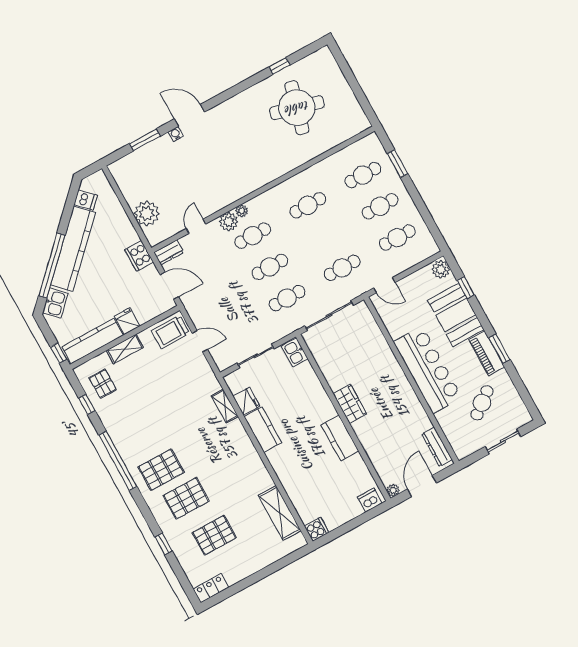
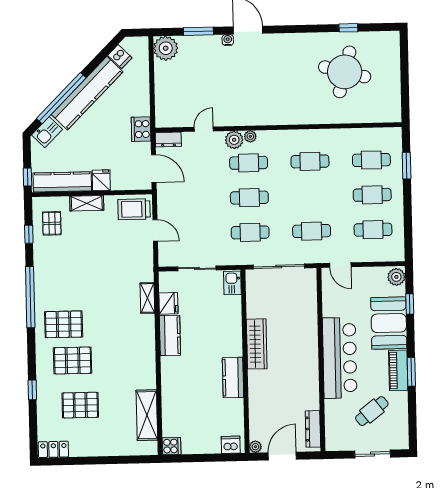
plant: (147, 213) -> (166, 48), moved
wardrobe: (350, 404) -> (257, 344), width x1.50

